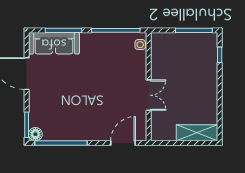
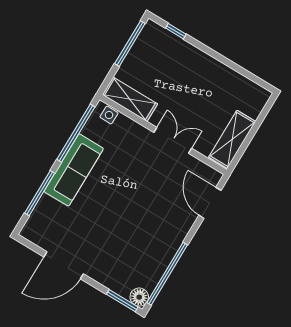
sofa: (54, 43) -> (74, 170), moved
shelving: (158, 52) -> (130, 99), added
shelving: (197, 133) -> (232, 139), moved

